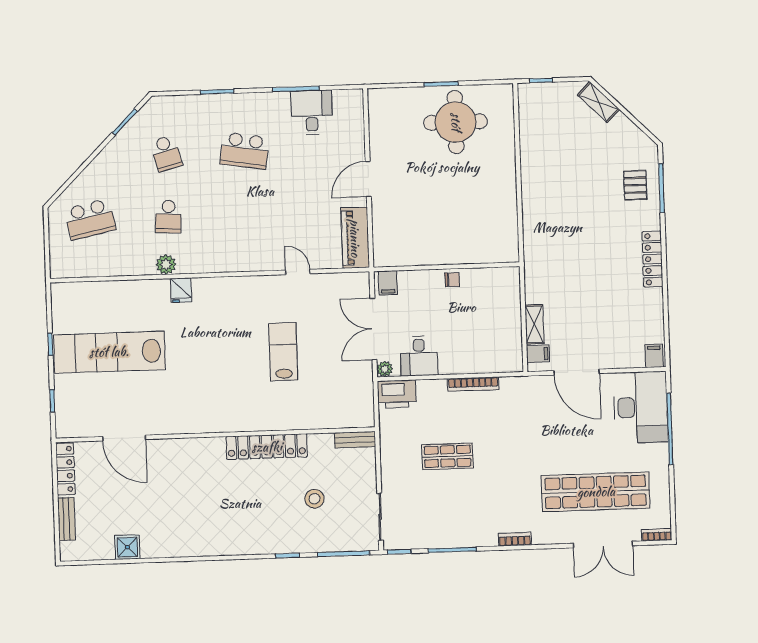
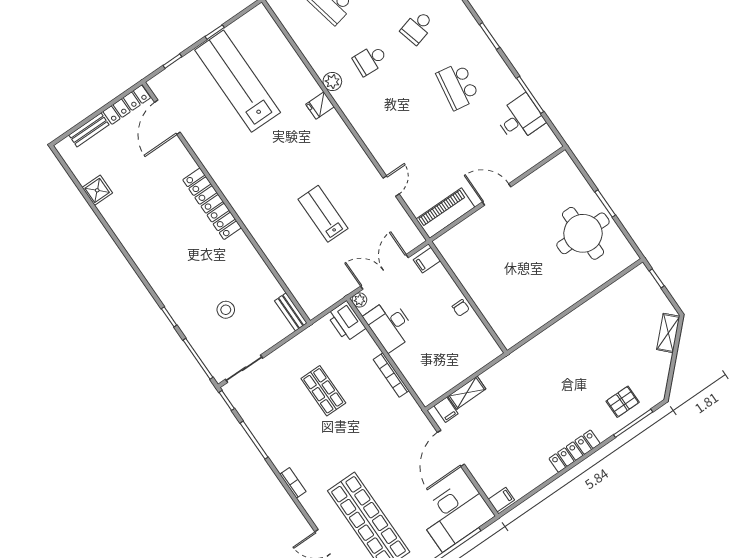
lab bench: (283, 352) -> (323, 214), turned -90
desk: (419, 356) -> (390, 325), width x1.37
door: (124, 438) -> (167, 117), moved
locker: (267, 447) -> (212, 204), moved

